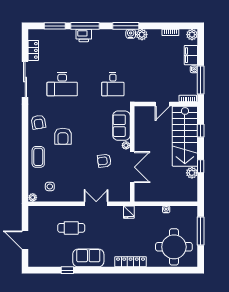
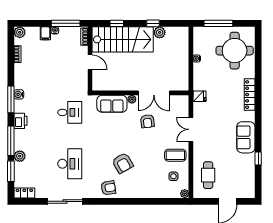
printer: (84, 35) -> (20, 121), moved
plant: (142, 35) -> (20, 156), moved
locker: (33, 50) -> (24, 193), moved
filing cabinet: (191, 55) -> (45, 33), width x0.50
armchair: (63, 136) -> (123, 163), turned 60
coffee table: (38, 157) -> (175, 155), moved
double door: (132, 167) -> (154, 93), swing flipped
cafe table: (71, 228) -> (208, 175), moved

